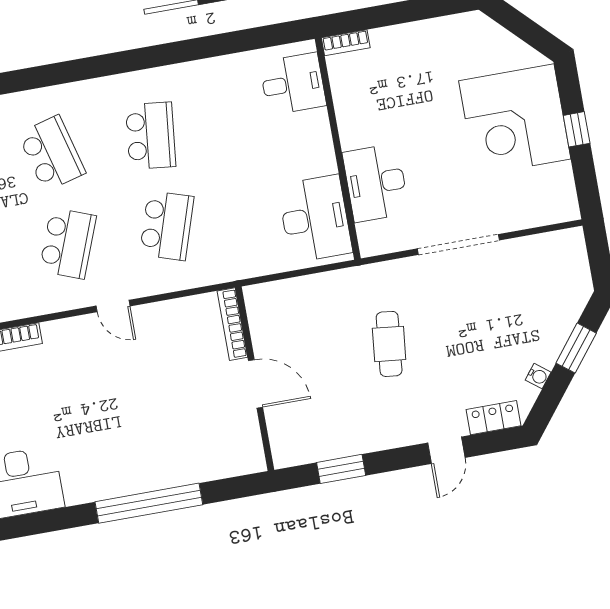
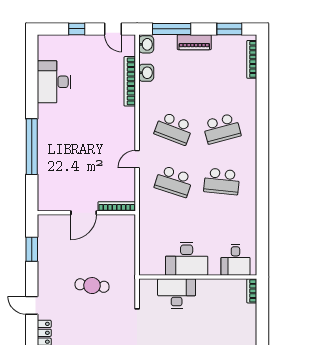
desk: (315, 219) -> (187, 259), moved
door: (113, 306) -> (137, 159), moved

